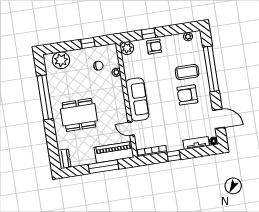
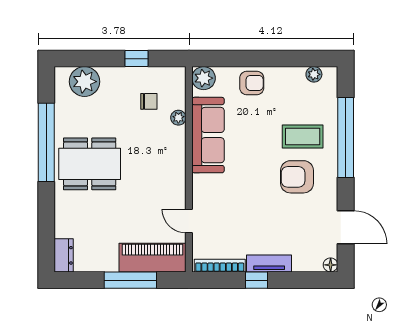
window: (148, 34) -> (245, 59), removed
sofa: (137, 99) -> (208, 135), moved
dining table: (79, 115) -> (90, 164), moved
tv unit: (196, 143) -> (269, 264), moved

